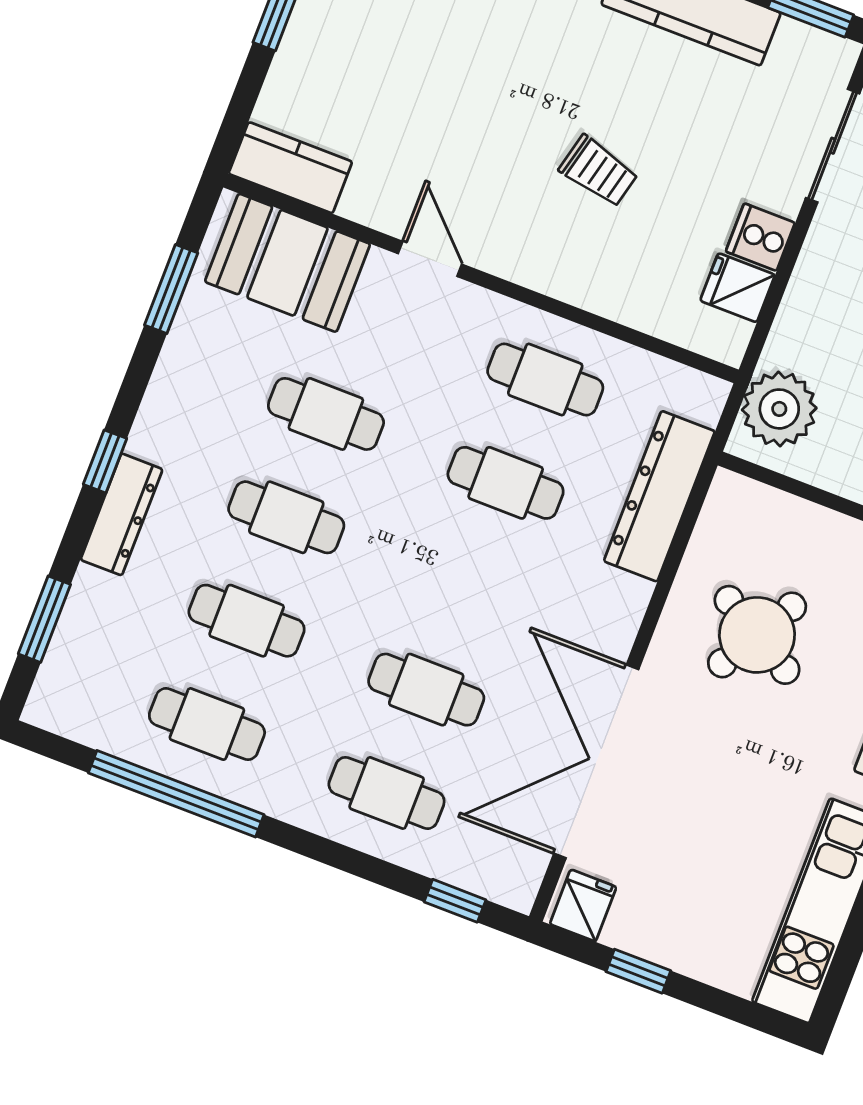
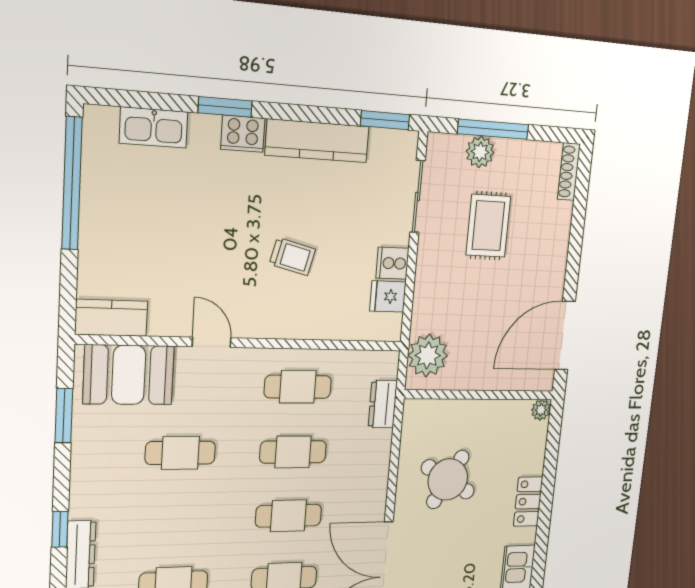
dresser: (659, 496) -> (383, 404), width x0.51, depth x0.80
cafe table: (286, 517) -> (289, 516), moved

